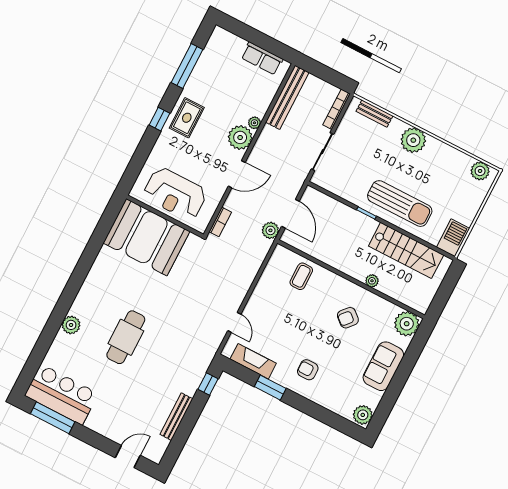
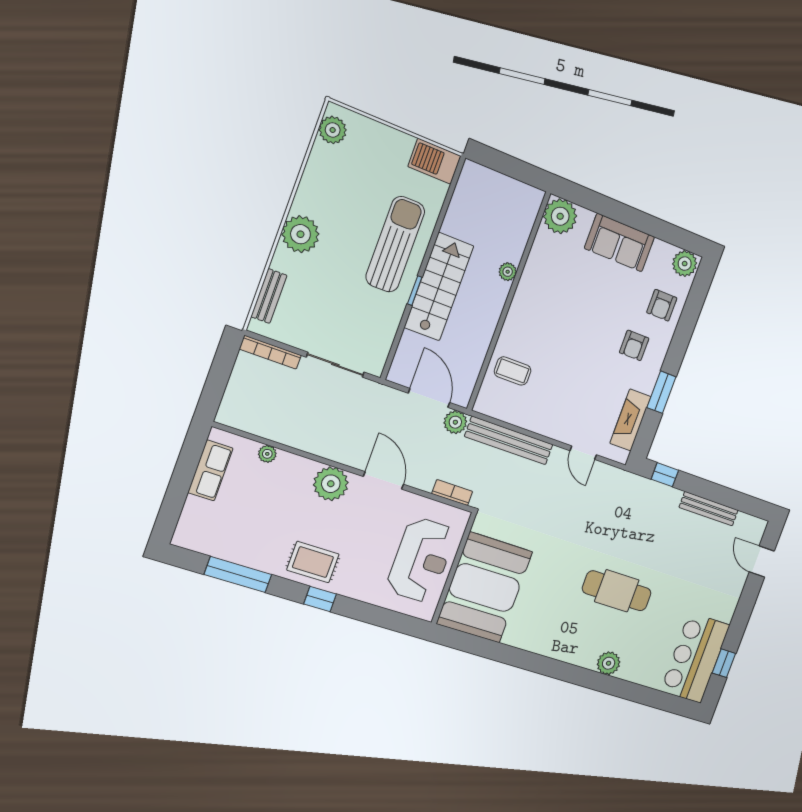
bench: (287, 97) -> (509, 440), moved
plant: (254, 123) -> (267, 454), moved
door: (290, 214) -> (429, 398), hinge flipped
stairs: (406, 250) -> (439, 287), moved
armchair: (348, 318) -> (662, 305), moved, turned 49
door: (234, 322) -> (583, 453), swing flipped
window: (53, 418) -> (724, 663), width x0.46

